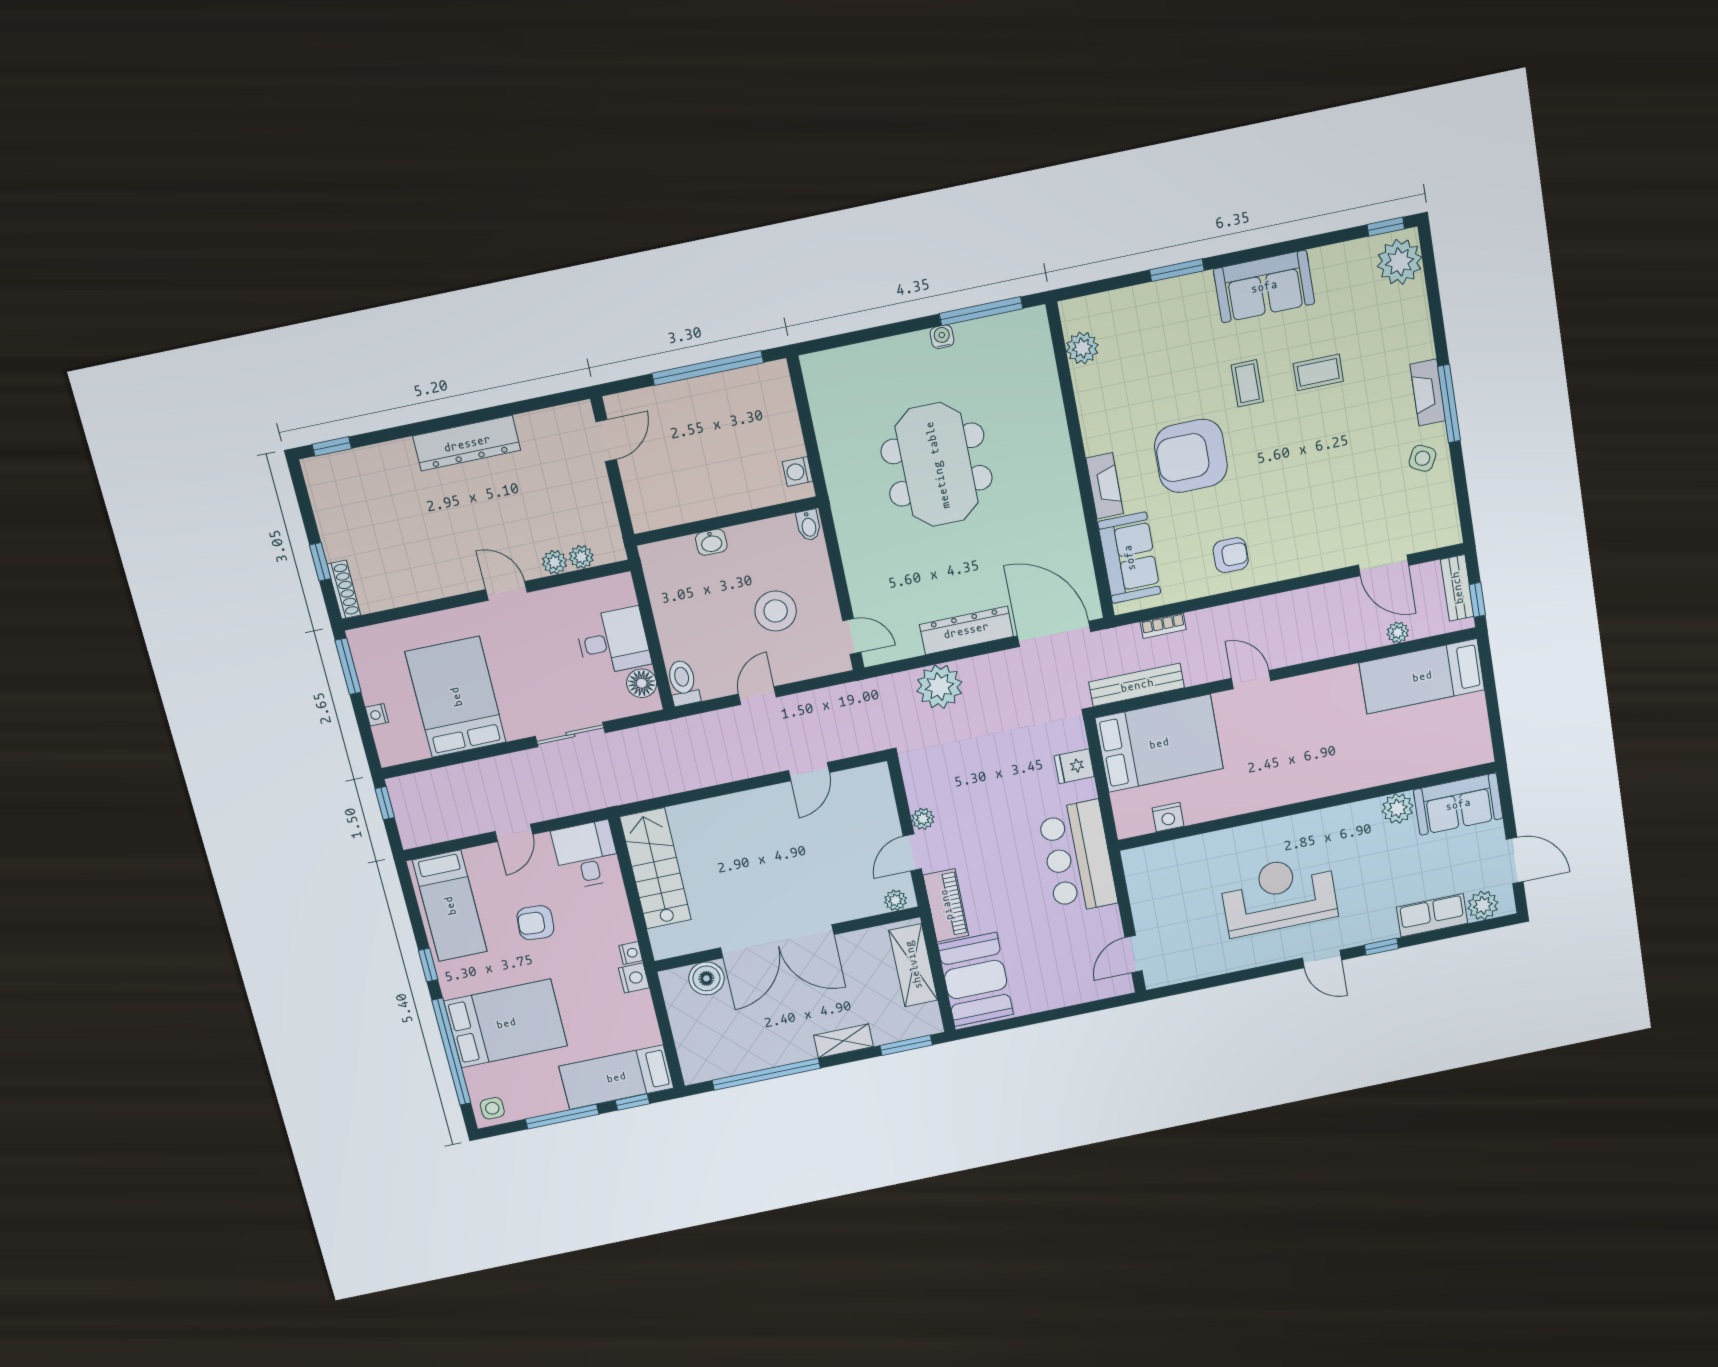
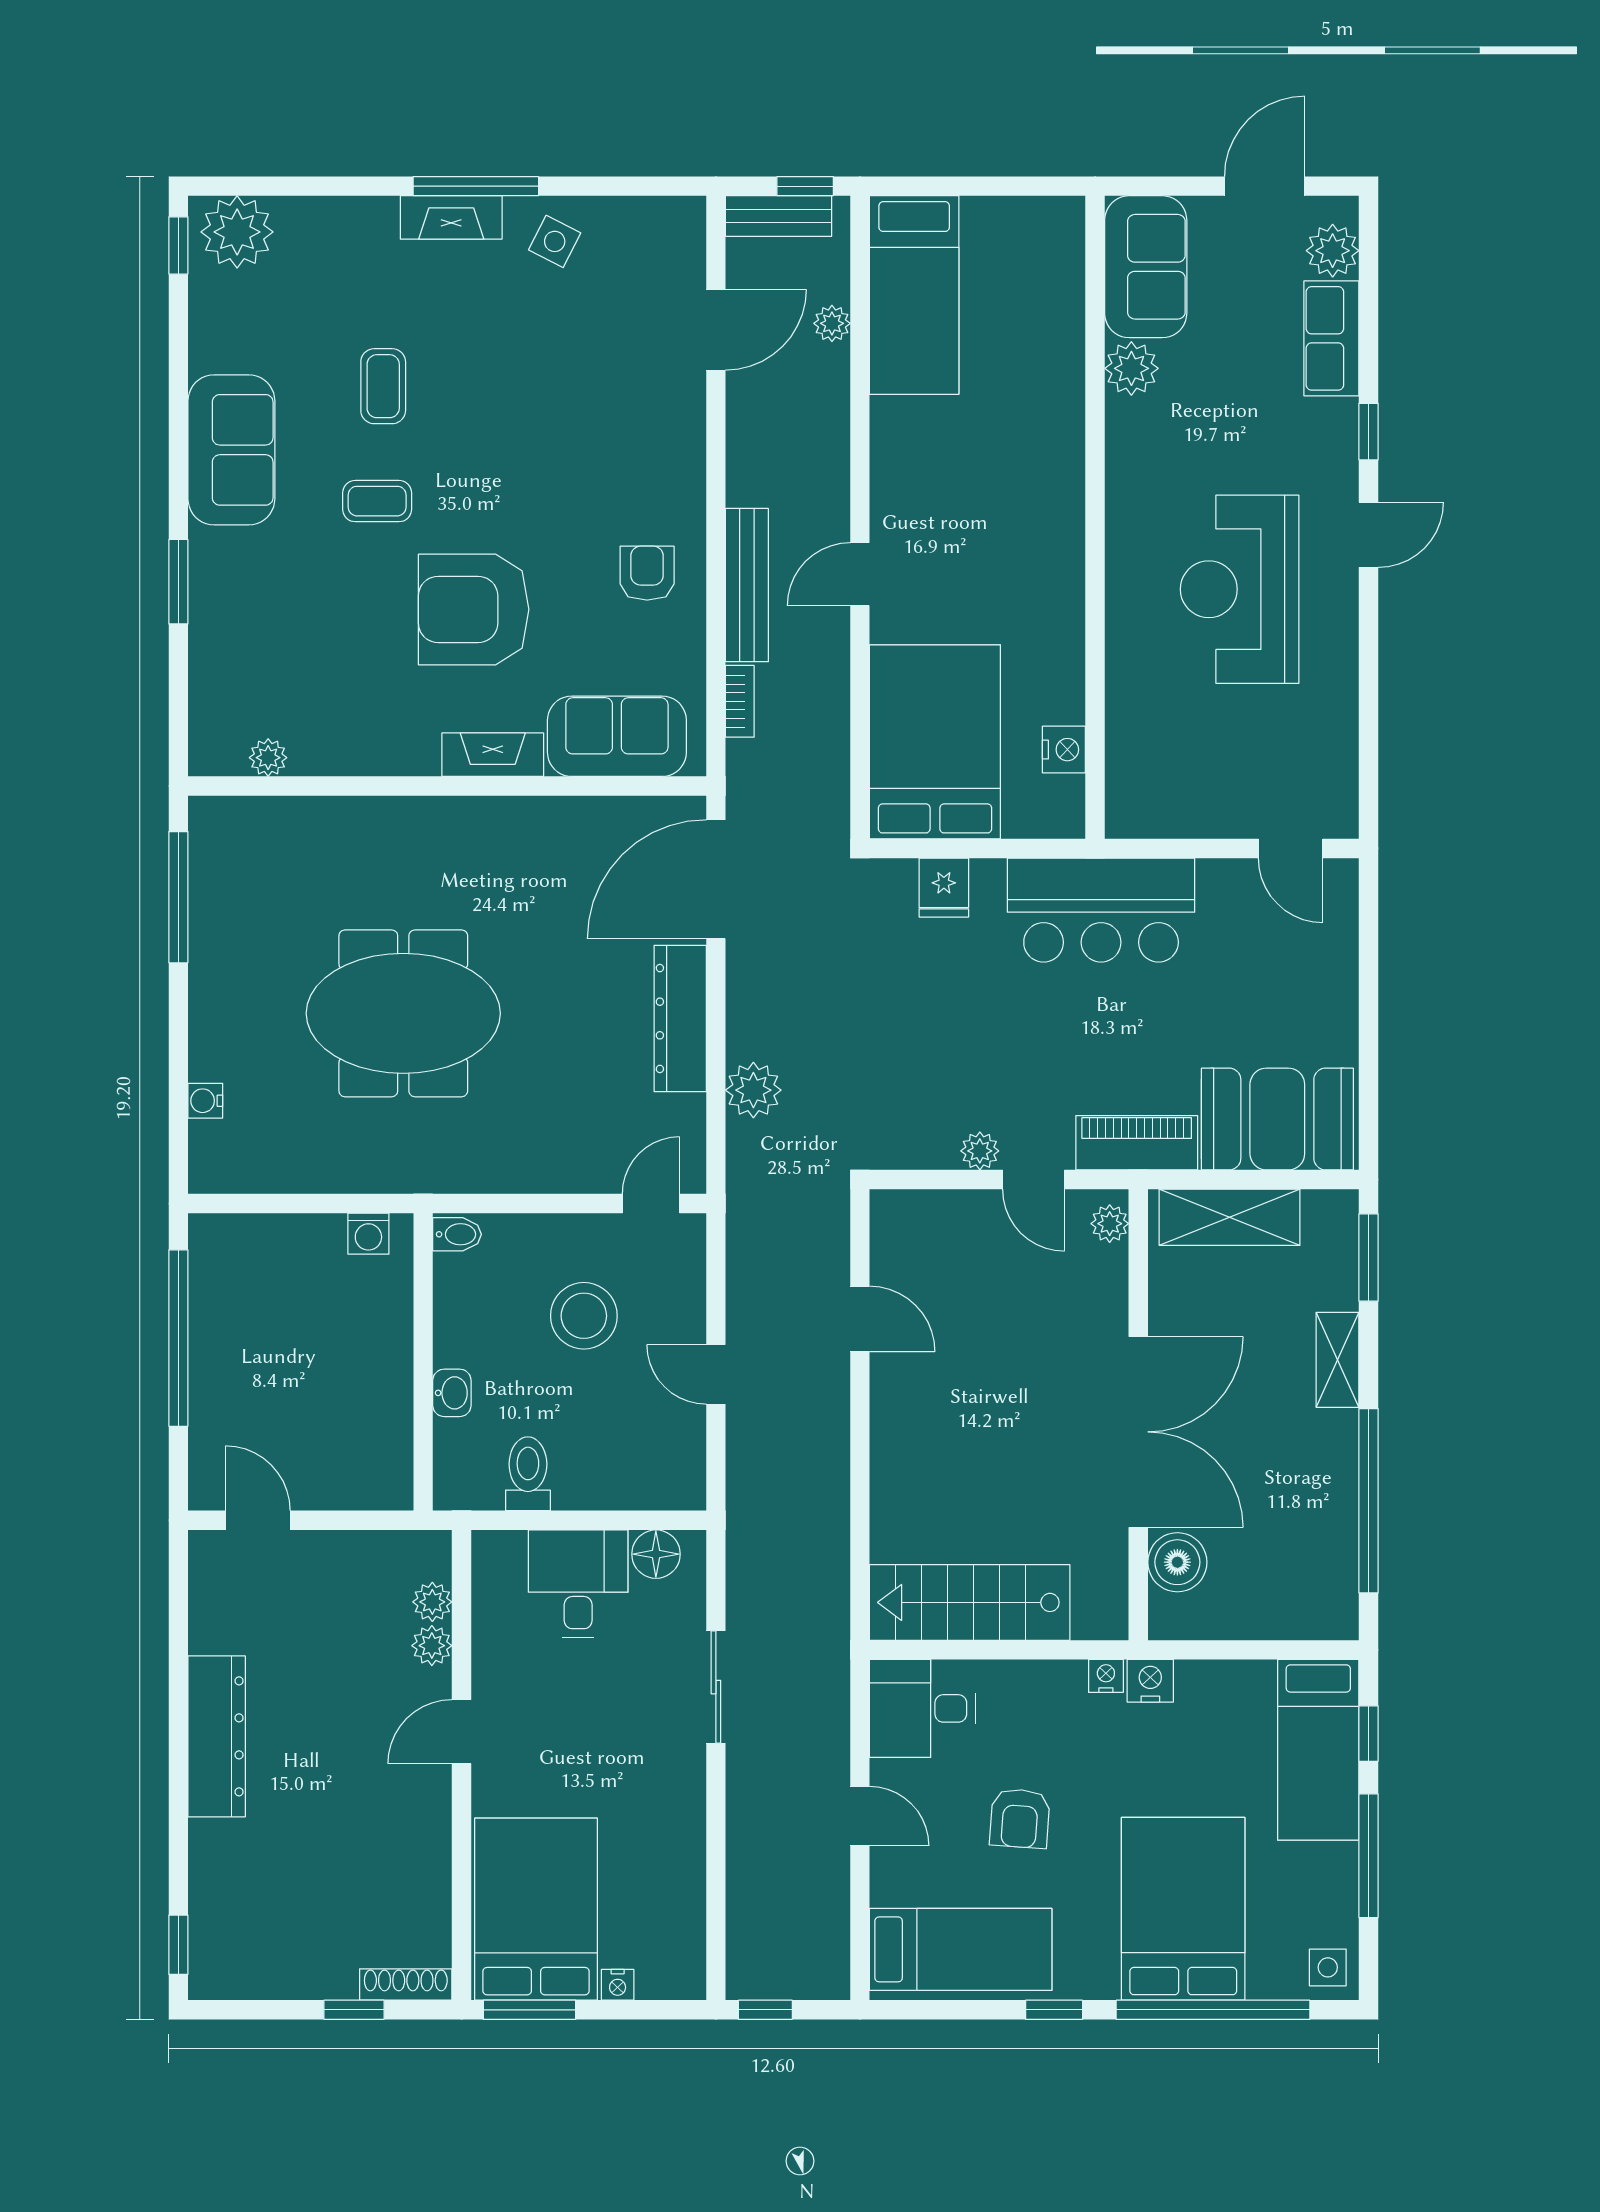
water cooler: (942, 337) -> (205, 1101), moved
plant: (1082, 348) -> (268, 758), width x0.73, depth x0.73
armchair: (1191, 456) -> (474, 609), turned 90
toilet: (683, 683) -> (528, 1474), moved, turned 90
bench: (1137, 685) -> (747, 585), moved
plant: (939, 687) -> (753, 1090), width x0.73, depth x0.73
bed: (456, 697) -> (536, 1909), moved, turned 90

